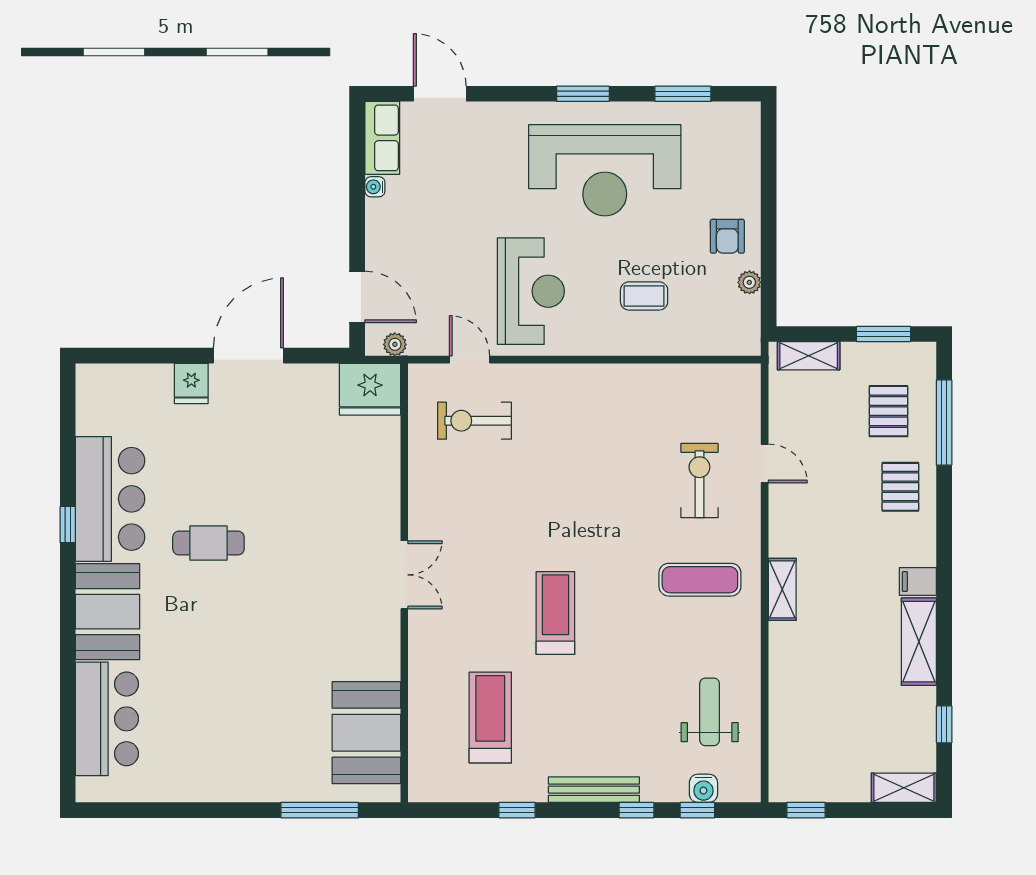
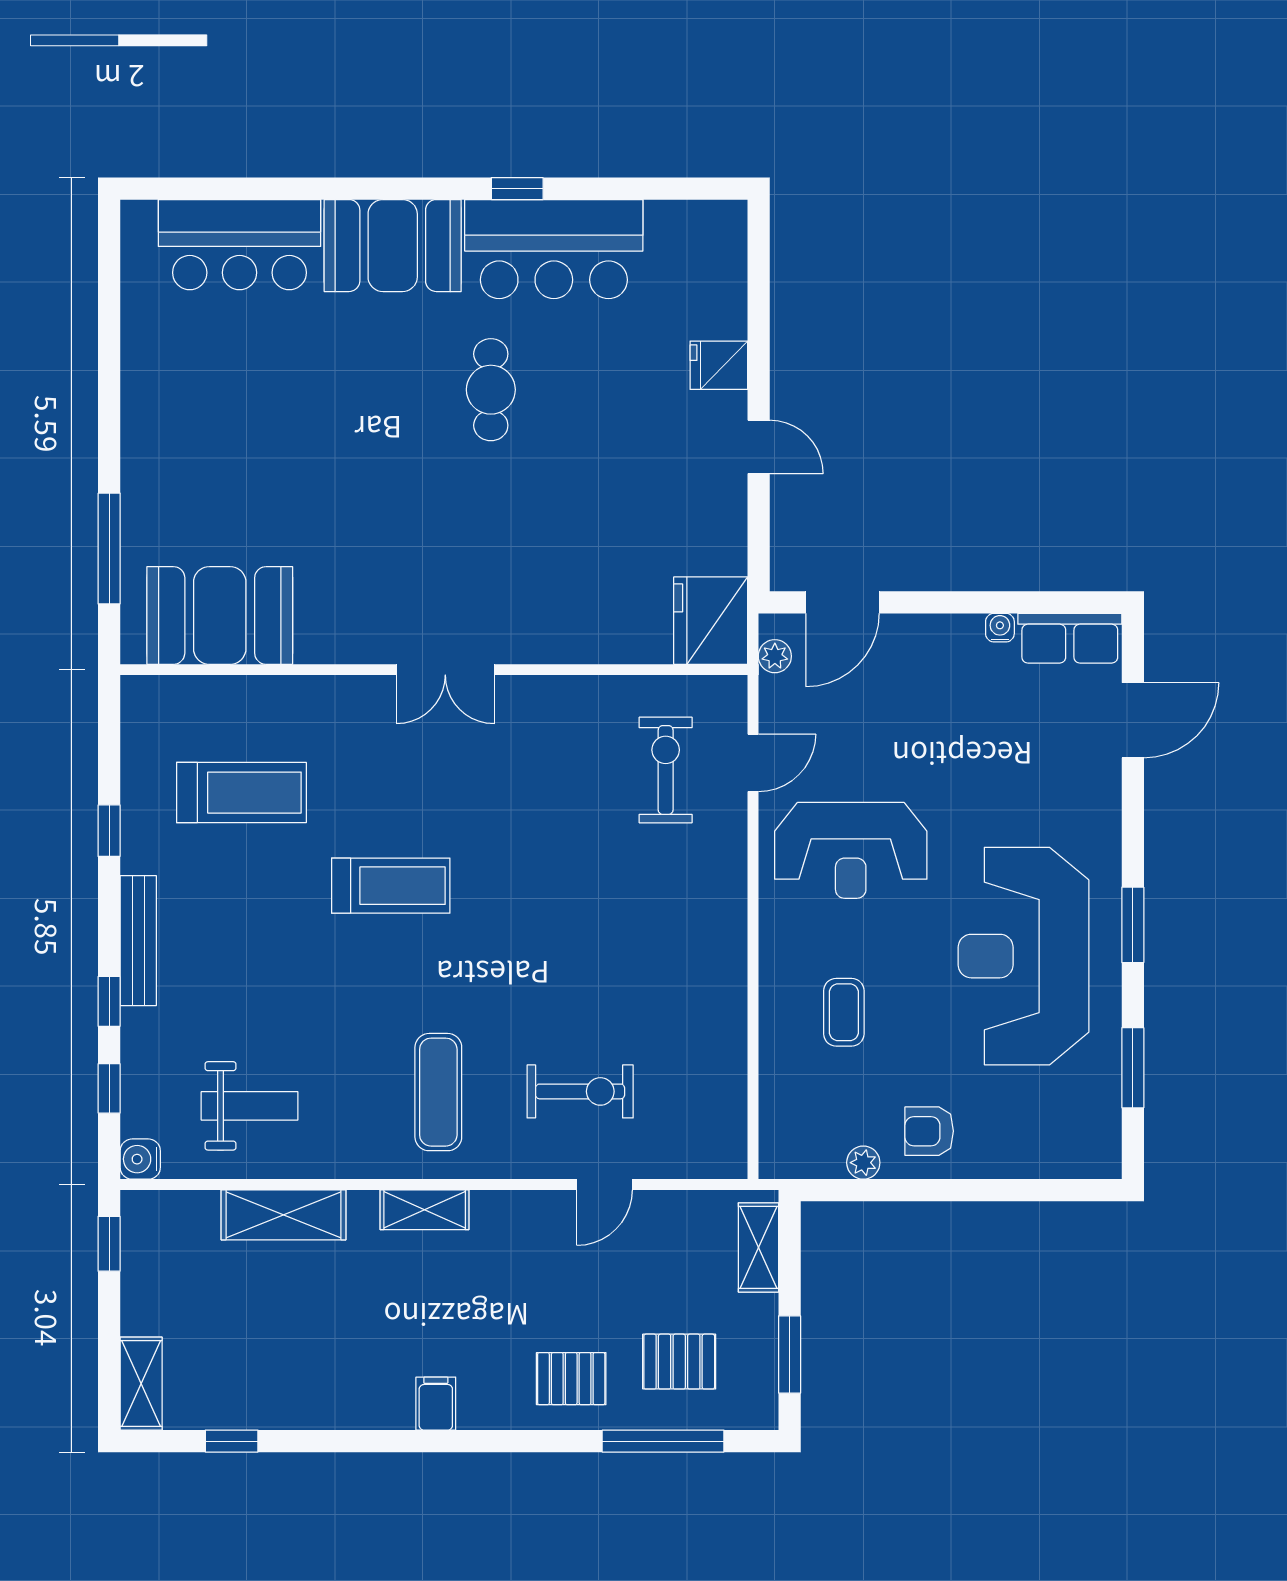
door: (248, 356) -> (759, 447), width x0.53
shelving: (919, 642) -> (283, 1215), moved
water cooler: (703, 788) -> (140, 1159), moved

